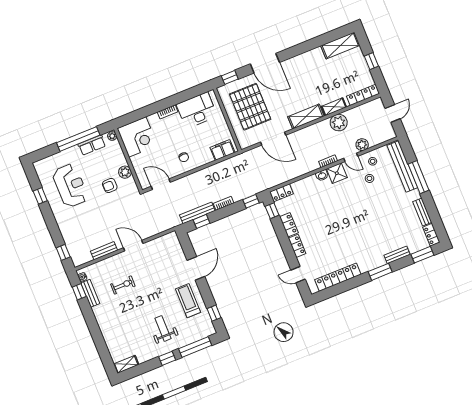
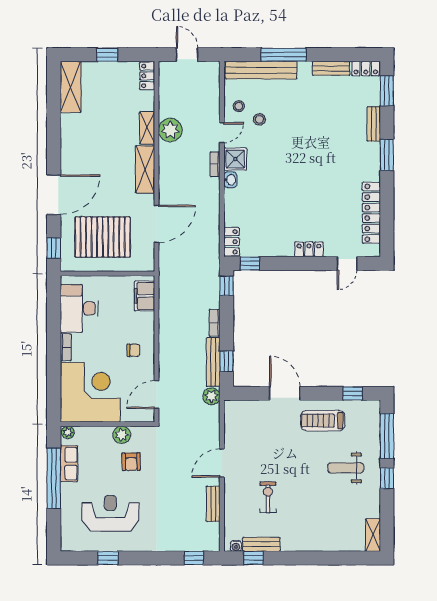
locker: (363, 95) -> (147, 76), width x0.66
corner desk: (137, 137) -> (90, 392), width x1.36, depth x1.36
plant: (362, 145) -> (211, 396), moved
locker: (289, 225) -> (277, 249), removed

